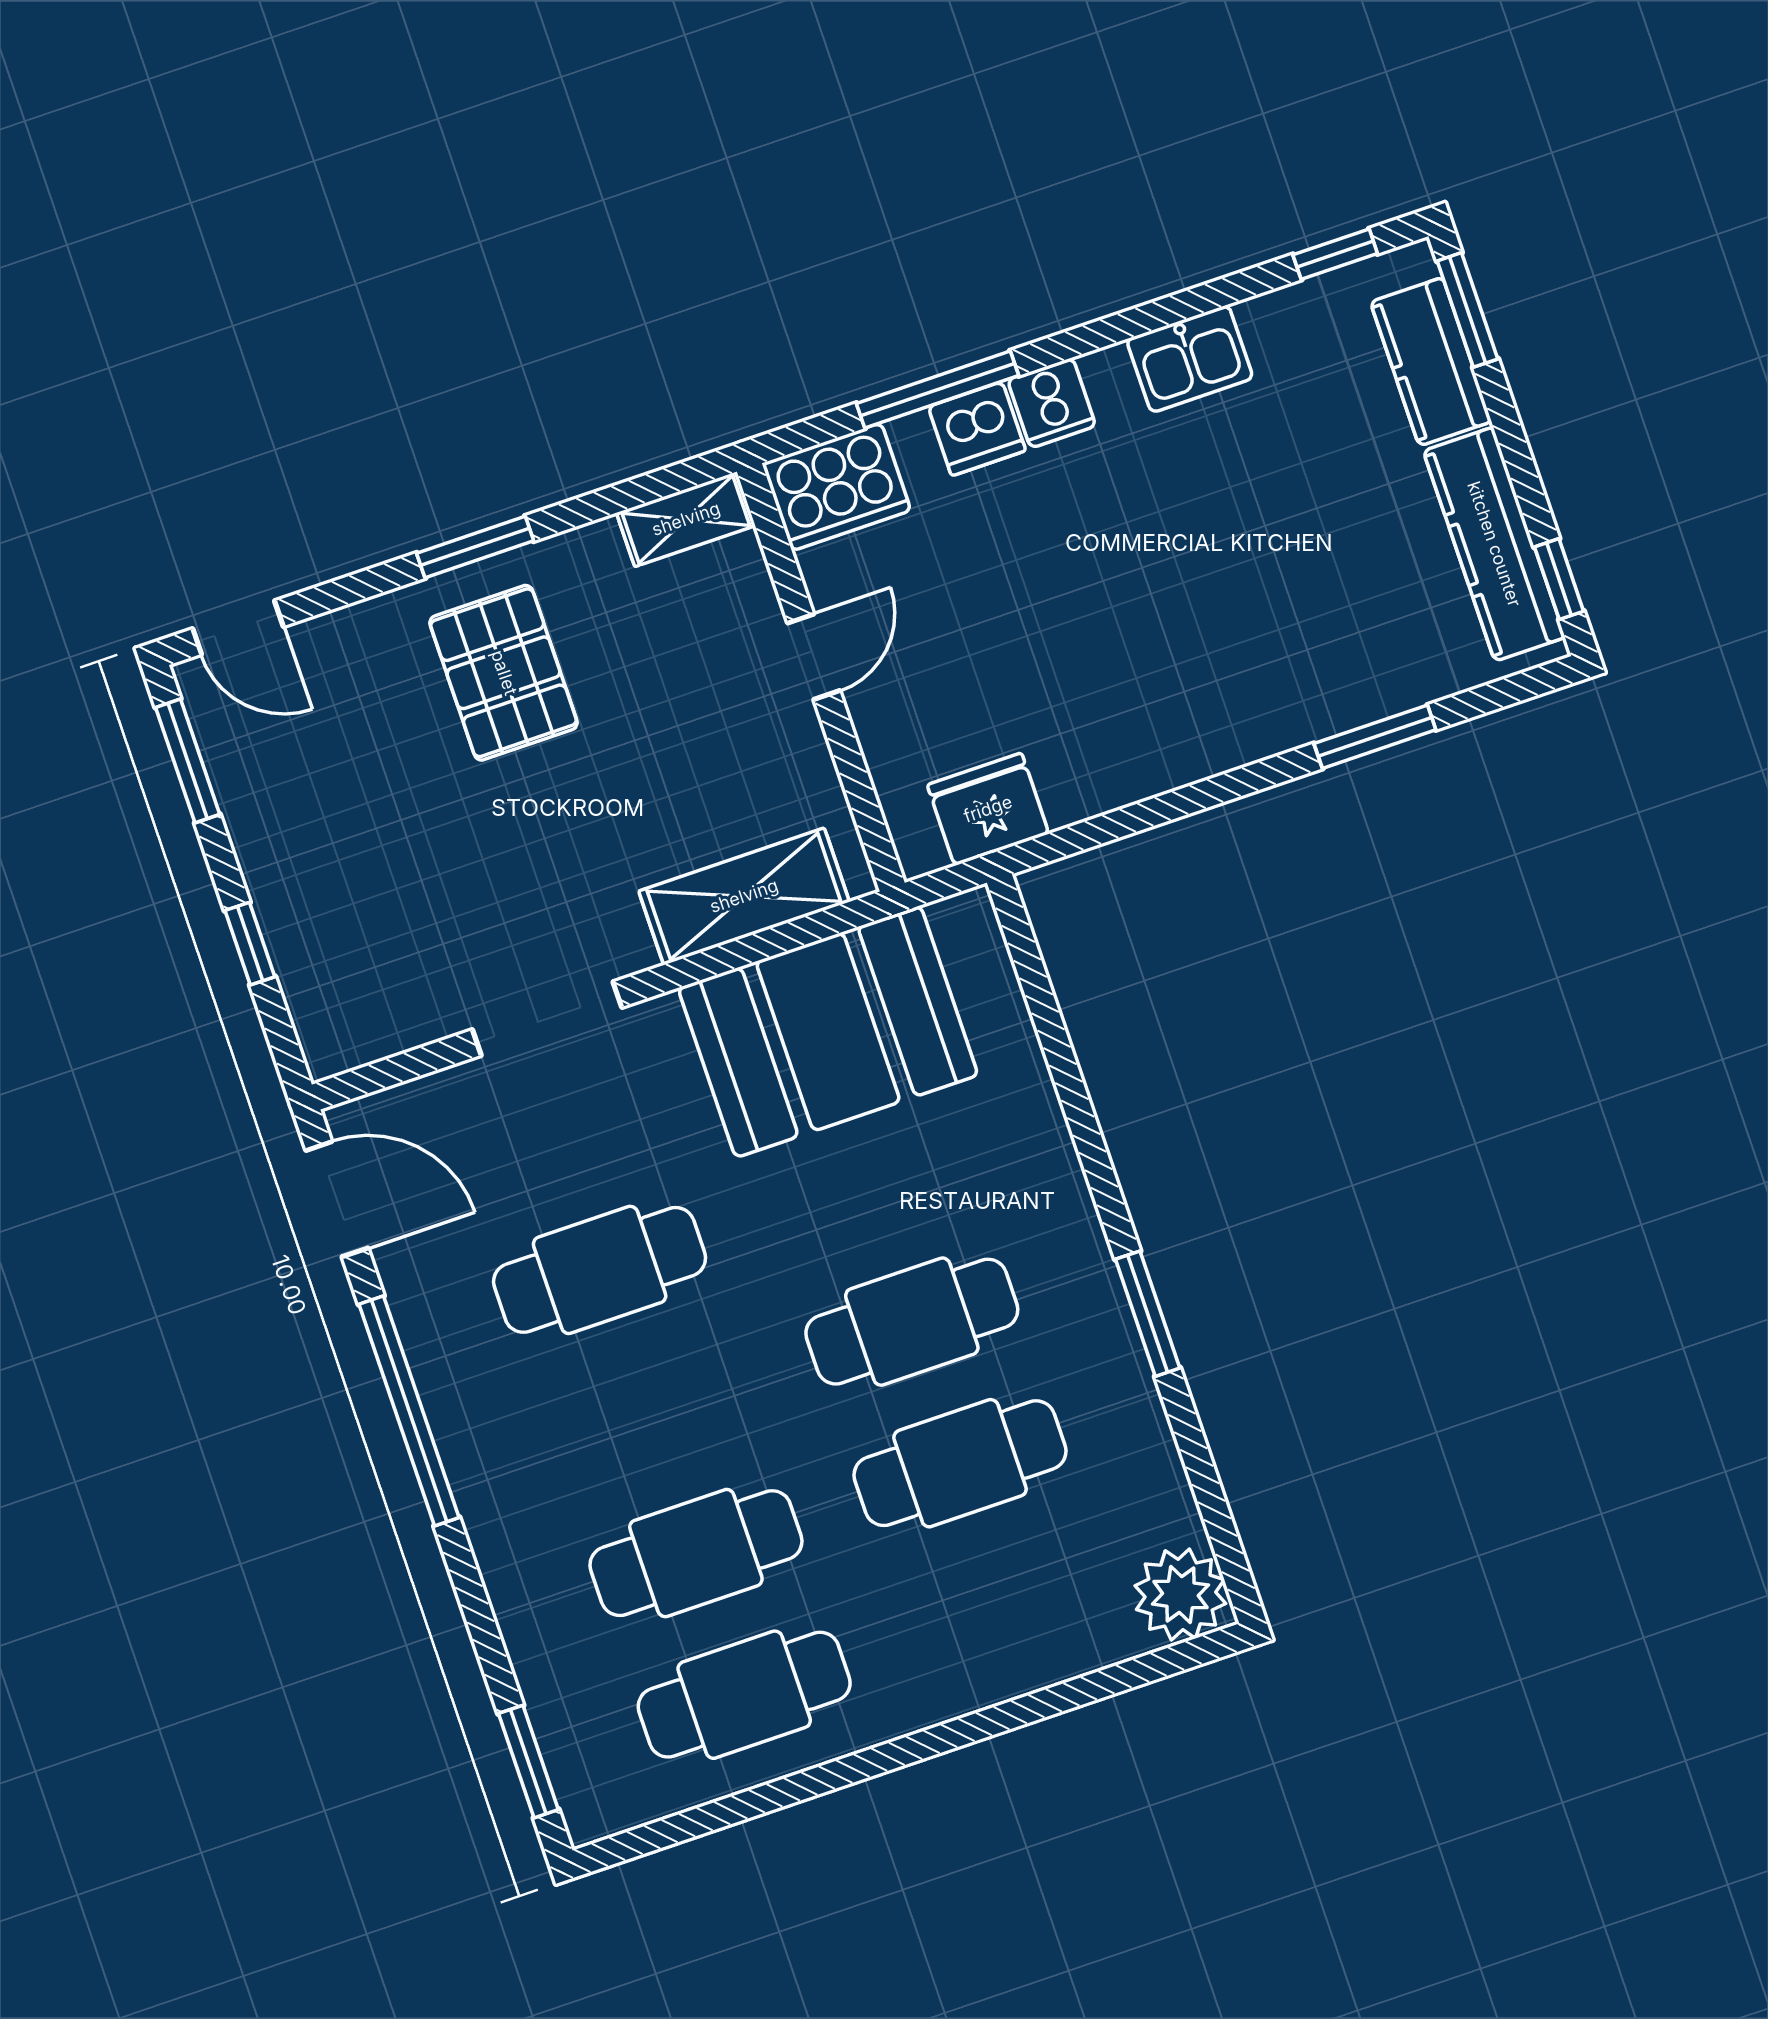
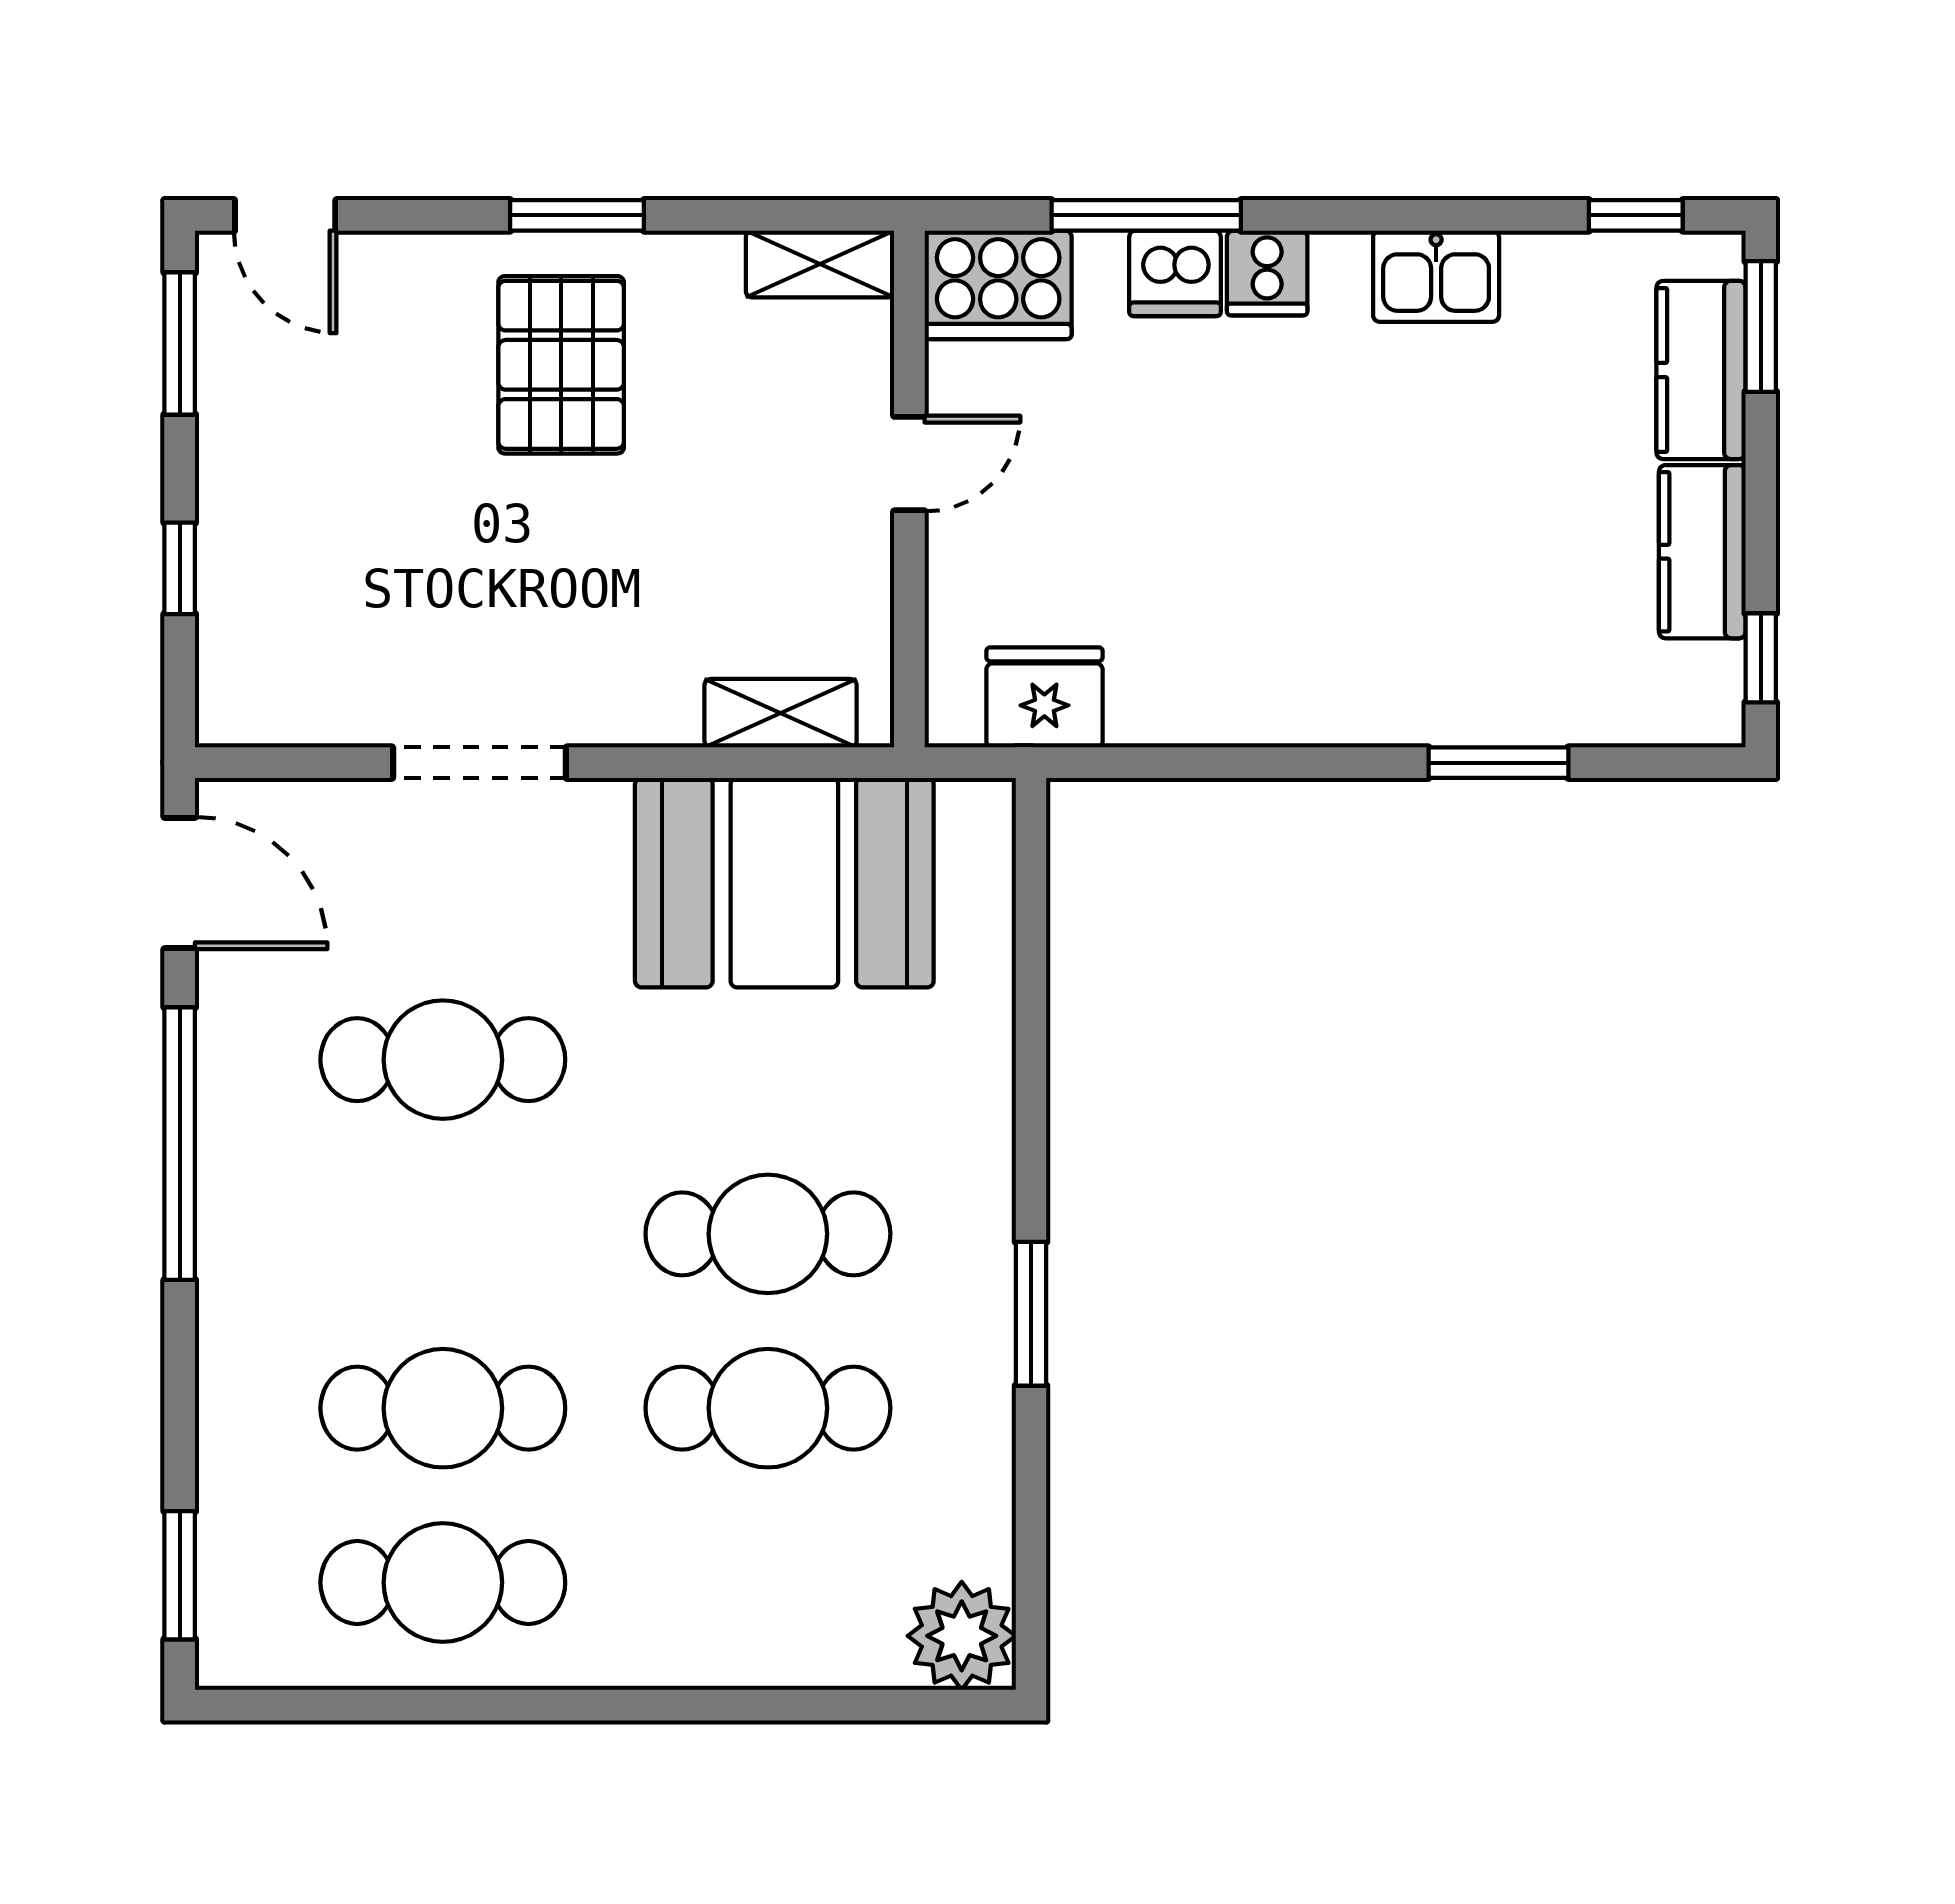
kitchen counter: (1494, 544) -> (1702, 552), width x0.67
shelving: (744, 896) -> (781, 713), width x0.67, depth x0.75

